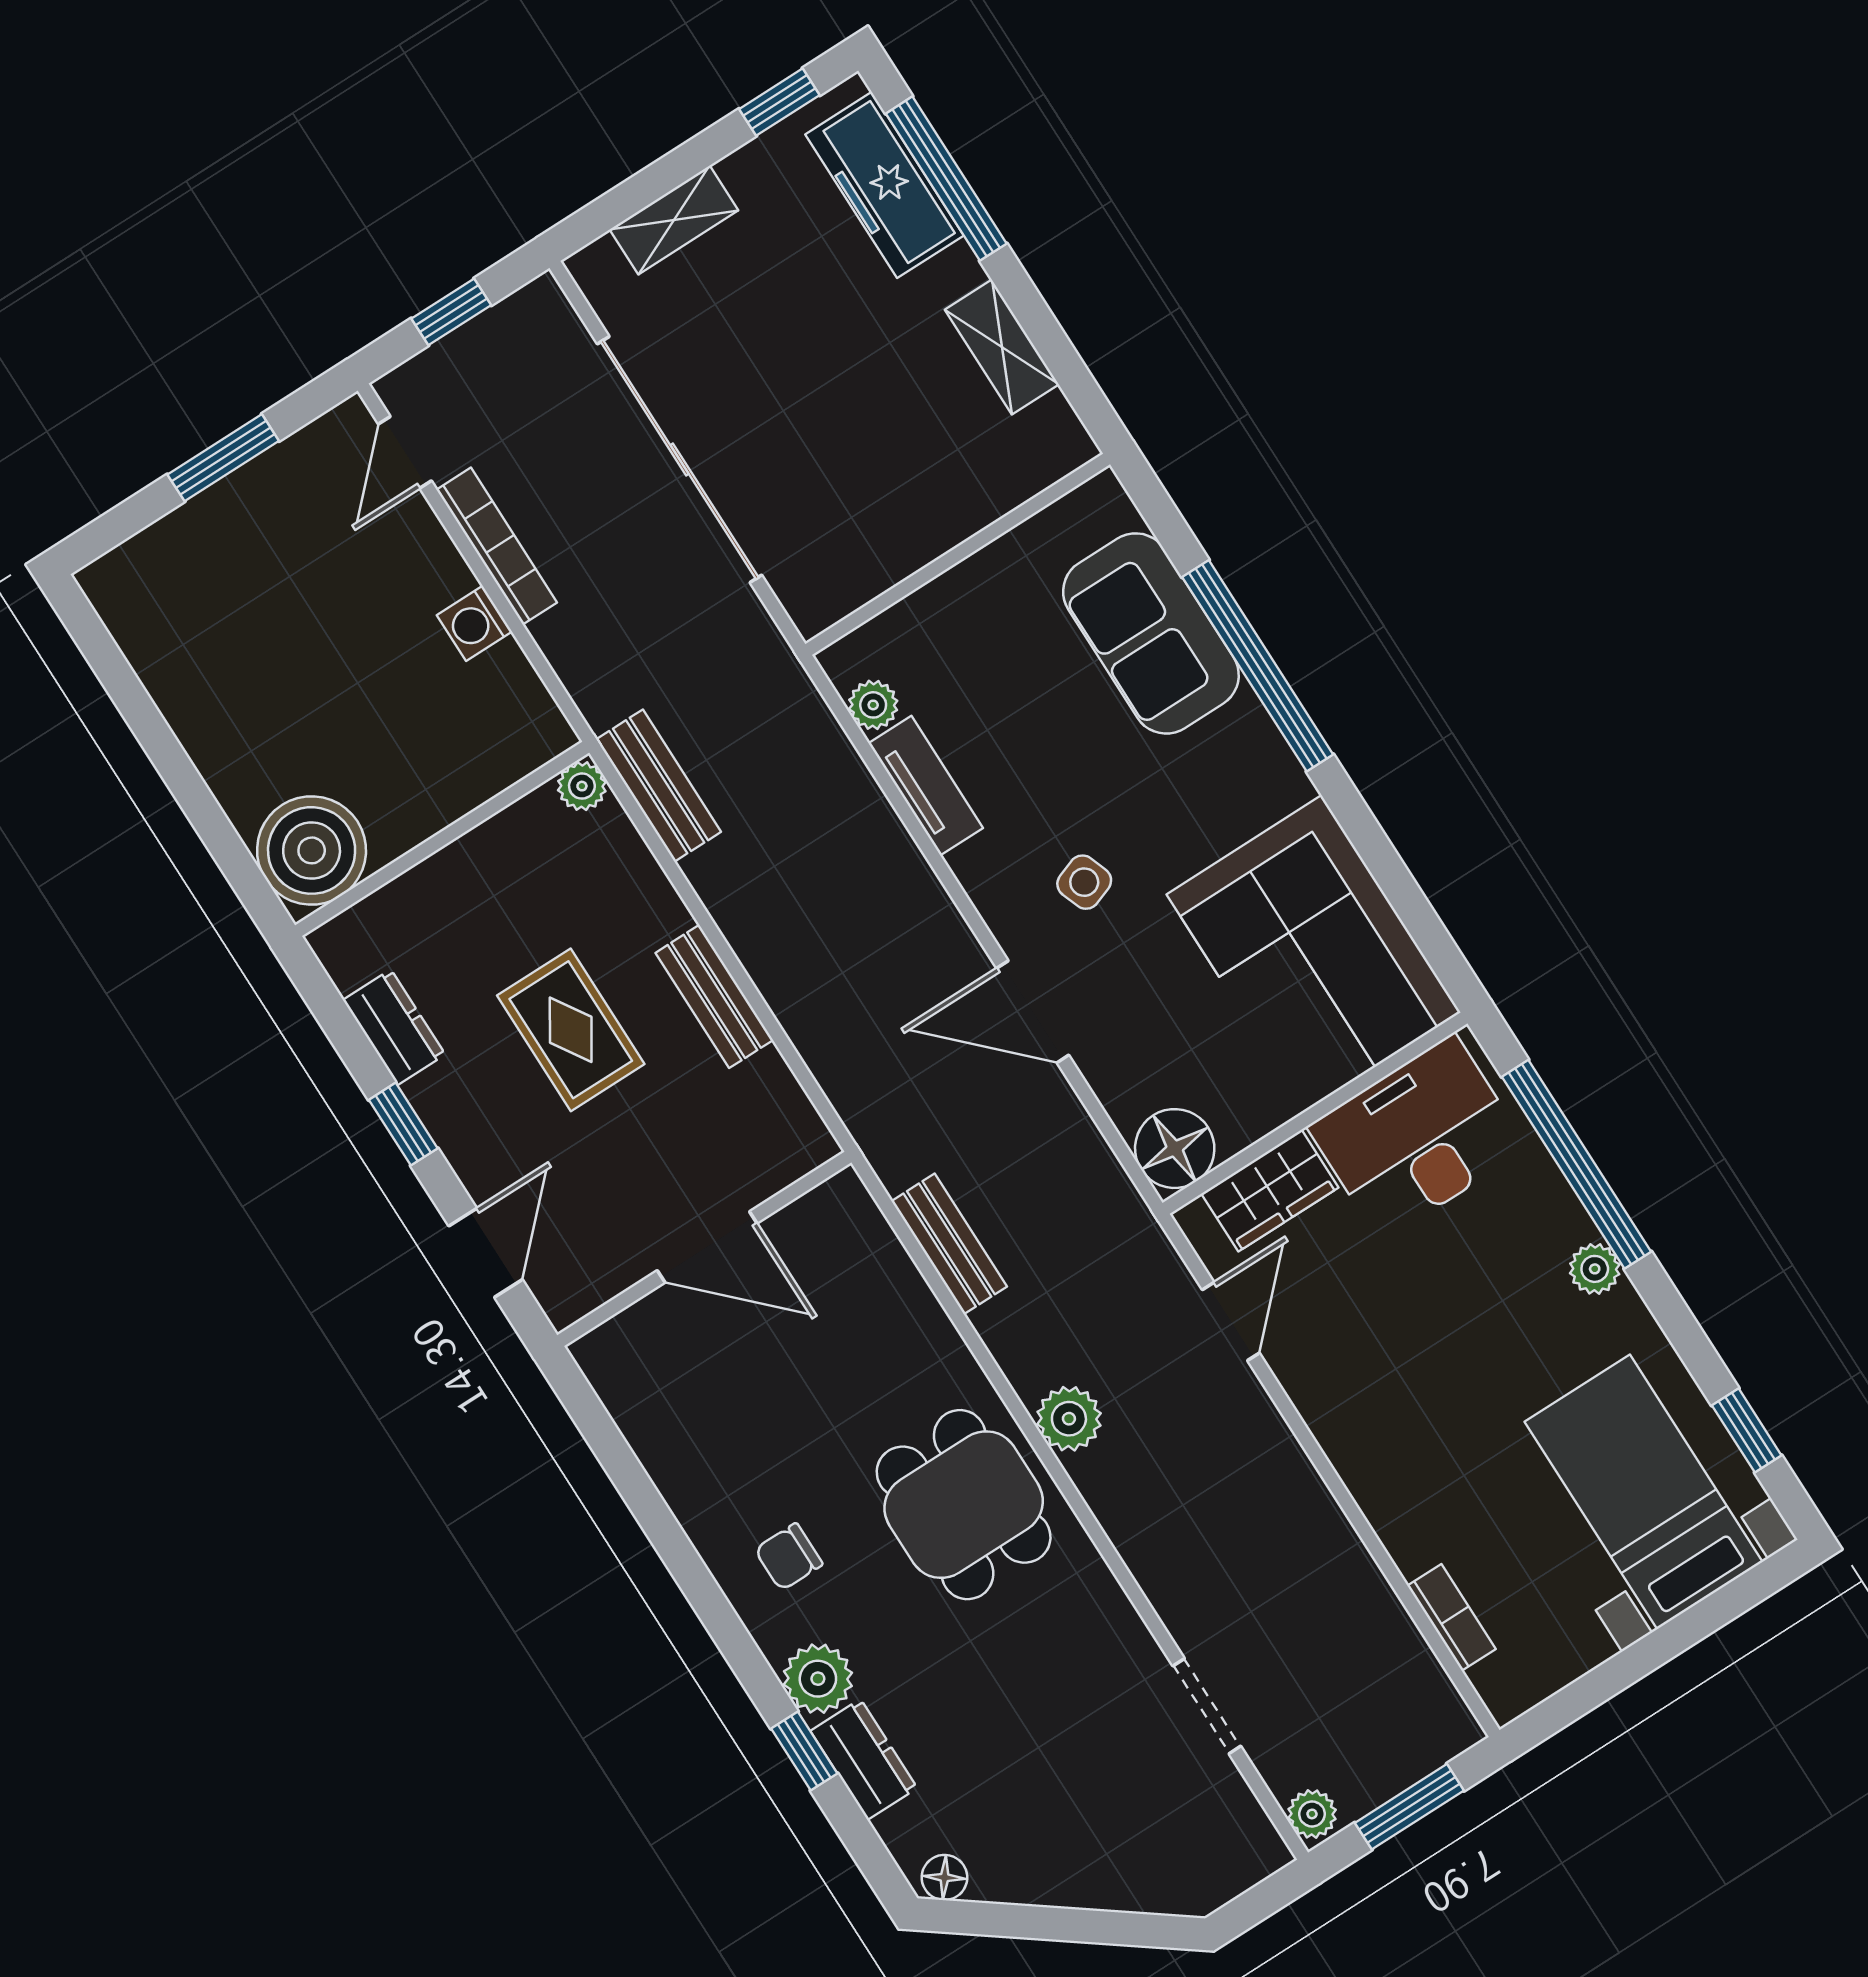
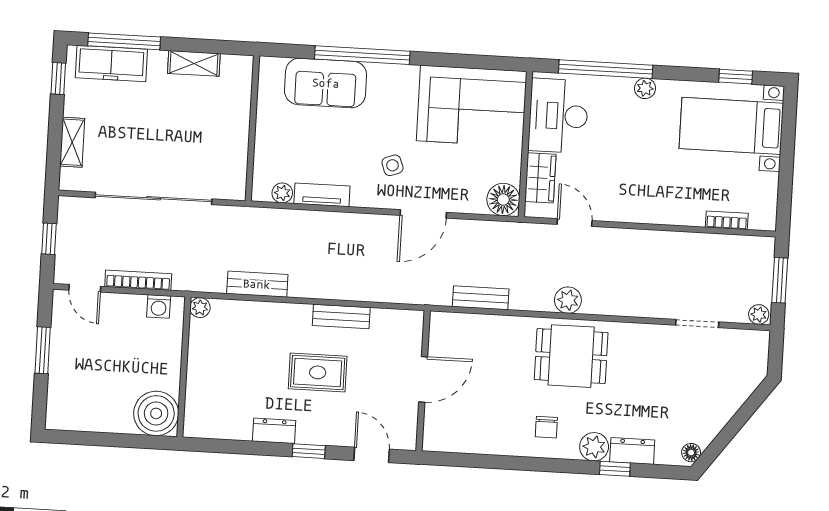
plant: (582, 786) -> (200, 308), moved
wall: (442, 839) -> (184, 367), moved
boiler: (312, 850) -> (156, 413), moved

